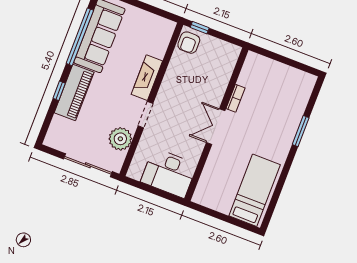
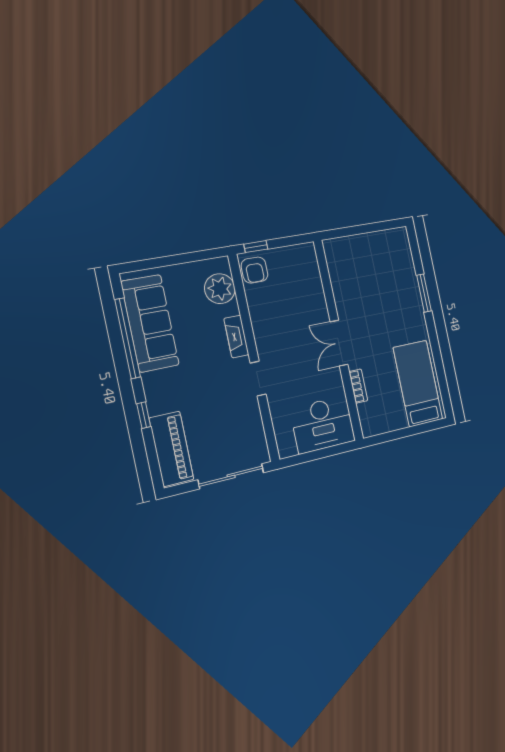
fireplace: (147, 78) -> (236, 337), width x0.73, depth x0.76
piano: (74, 92) -> (171, 449), moved
bookcase: (236, 98) -> (358, 386), moved
plant: (120, 139) -> (220, 289), moved

